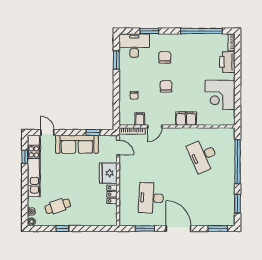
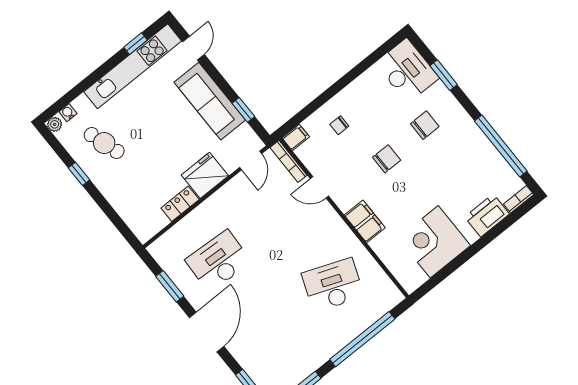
window: (116, 60) -> (368, 62), removed
filing cabinet: (140, 119) -> (296, 137), moved
desk: (203, 155) -> (333, 285), turned 45

